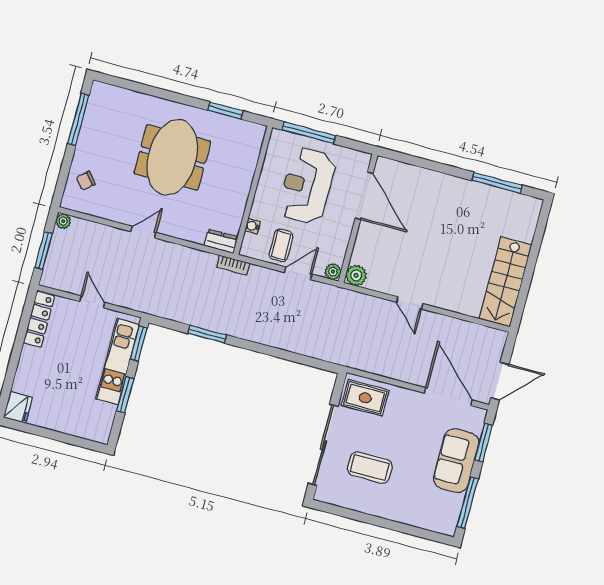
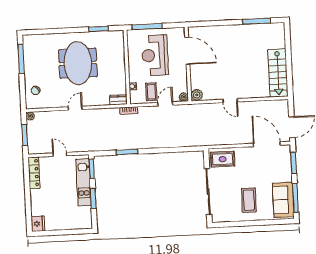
sofa: (456, 461) -> (283, 200), moved
coffee table: (370, 468) -> (249, 200), moved, turned 90

